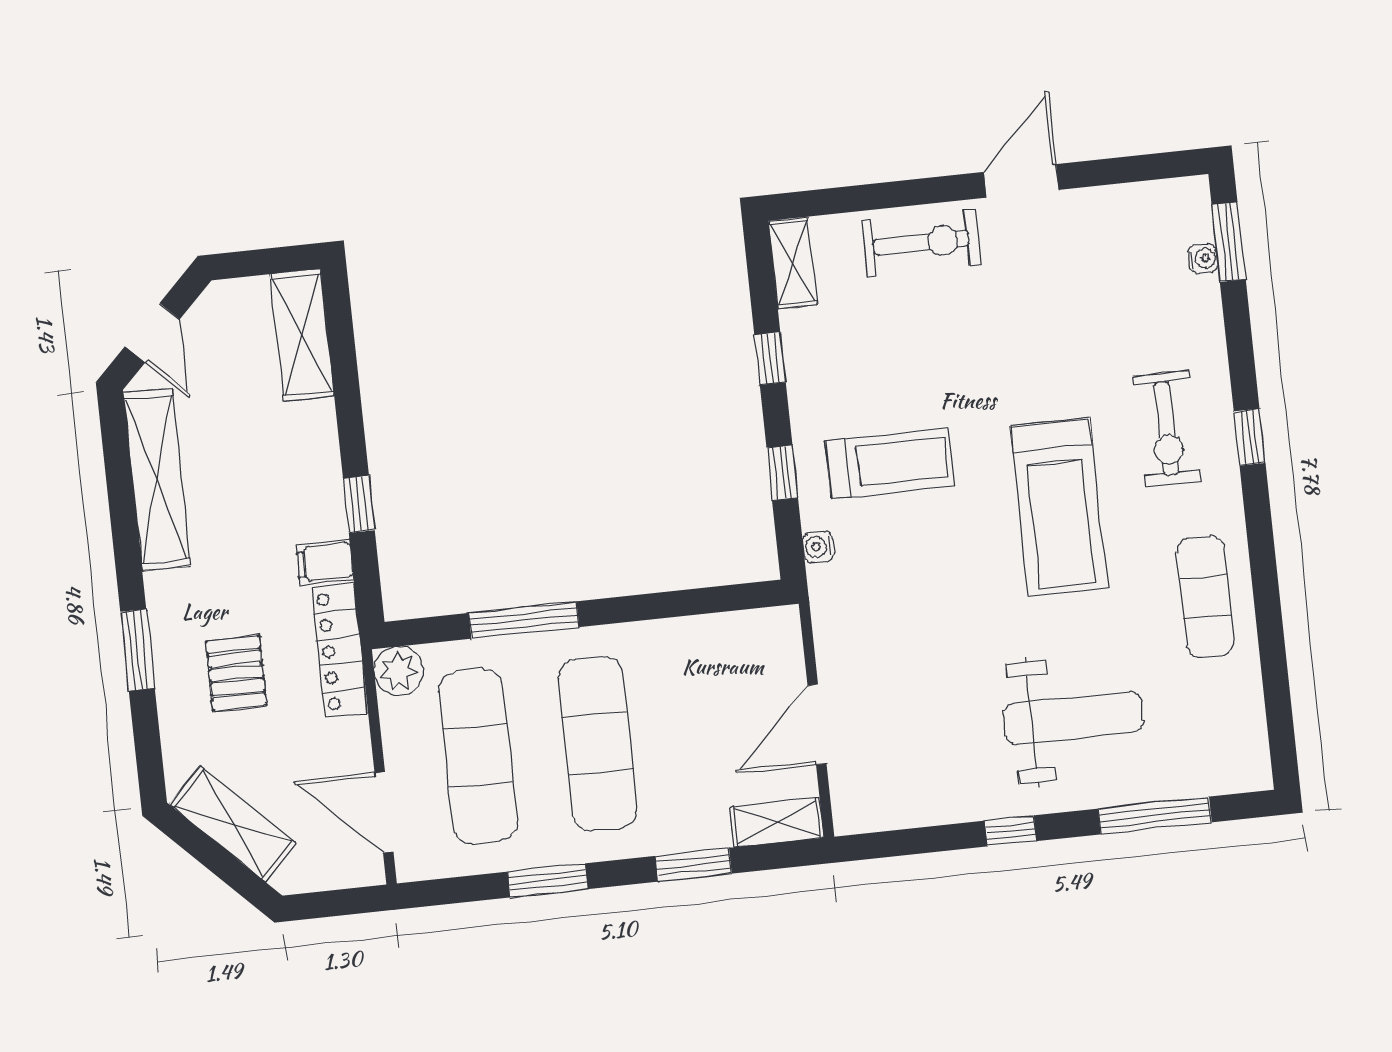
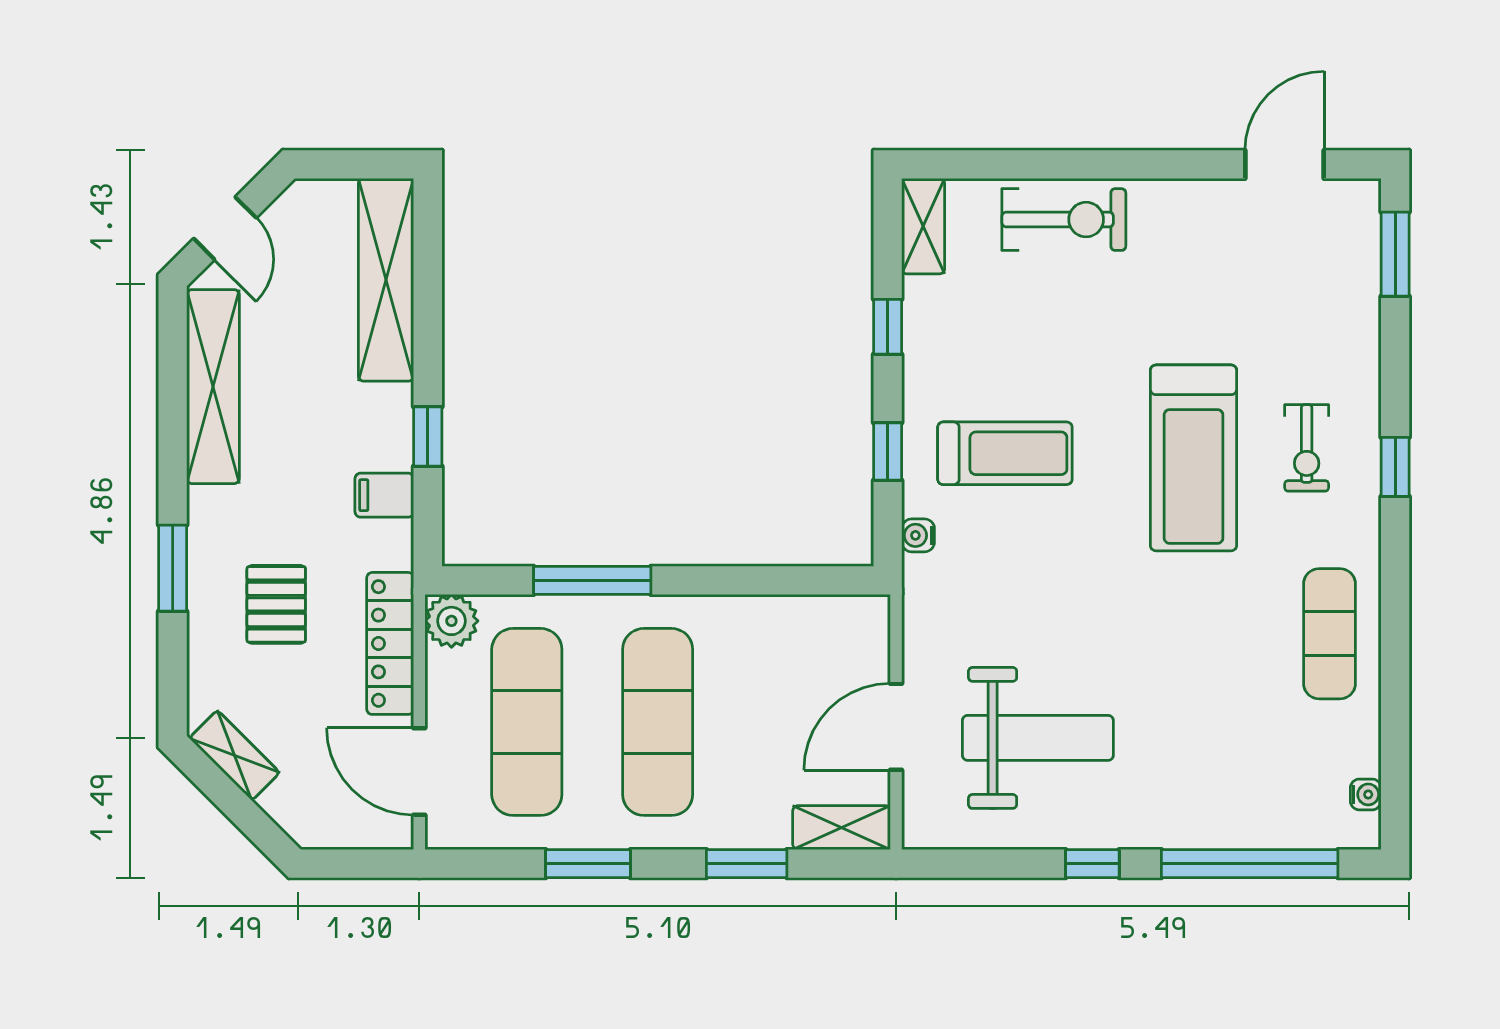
door: (1021, 181) -> (1284, 164), moved
water cooler: (1203, 258) -> (1366, 794), moved
shelving: (302, 335) -> (386, 280), width x1.47
exercise bike: (1166, 428) -> (1307, 448), width x0.73, depth x0.72
treadmill: (1059, 507) -> (1194, 458), moved
locker: (340, 650) -> (390, 643), moved
weight bench: (1073, 718) -> (1038, 738), moved
window: (1155, 815) -> (1250, 864), width x1.46
shelving: (233, 824) -> (234, 755), width x0.67, depth x0.75

